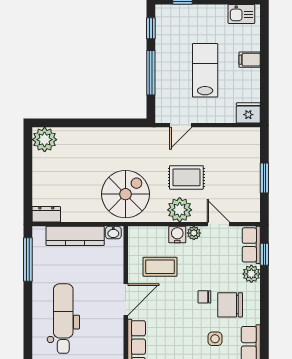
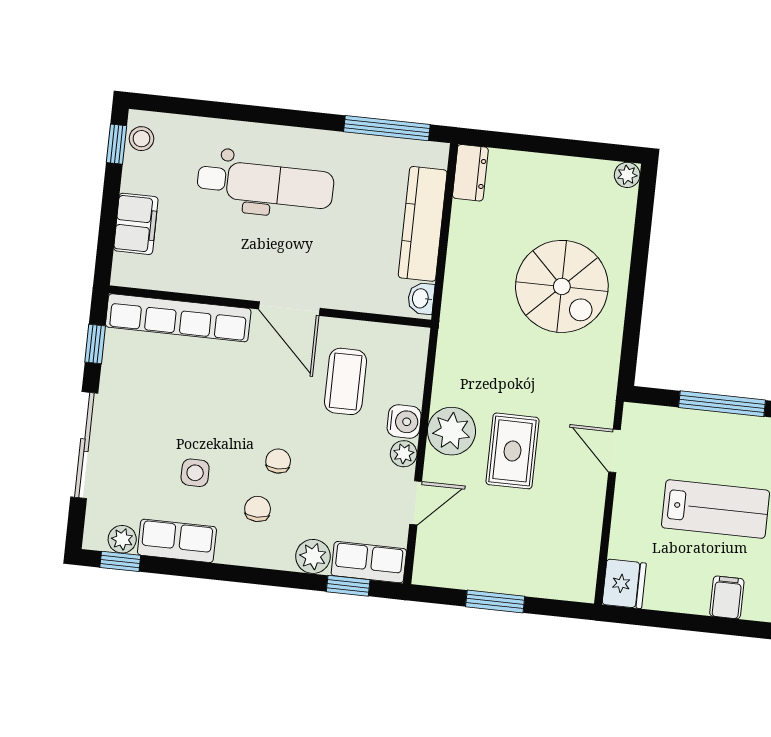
plant: (45, 140) -> (627, 175), width x0.53, depth x0.53
spiral stairs: (125, 194) -> (562, 286), moved
chair: (230, 305) -> (258, 509), width x0.54, depth x0.54

